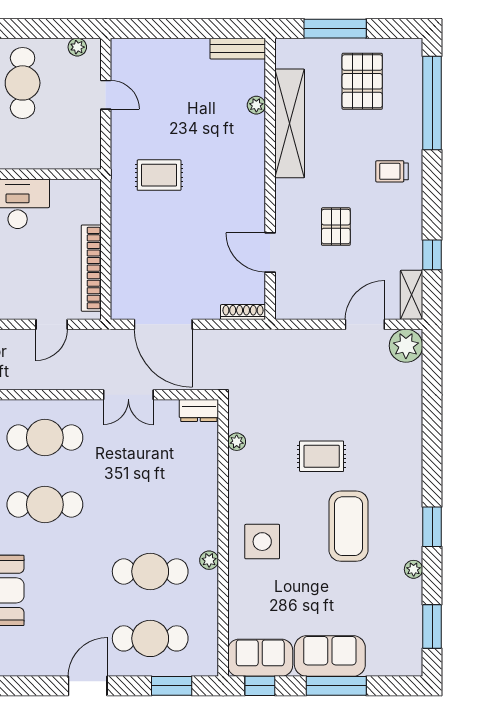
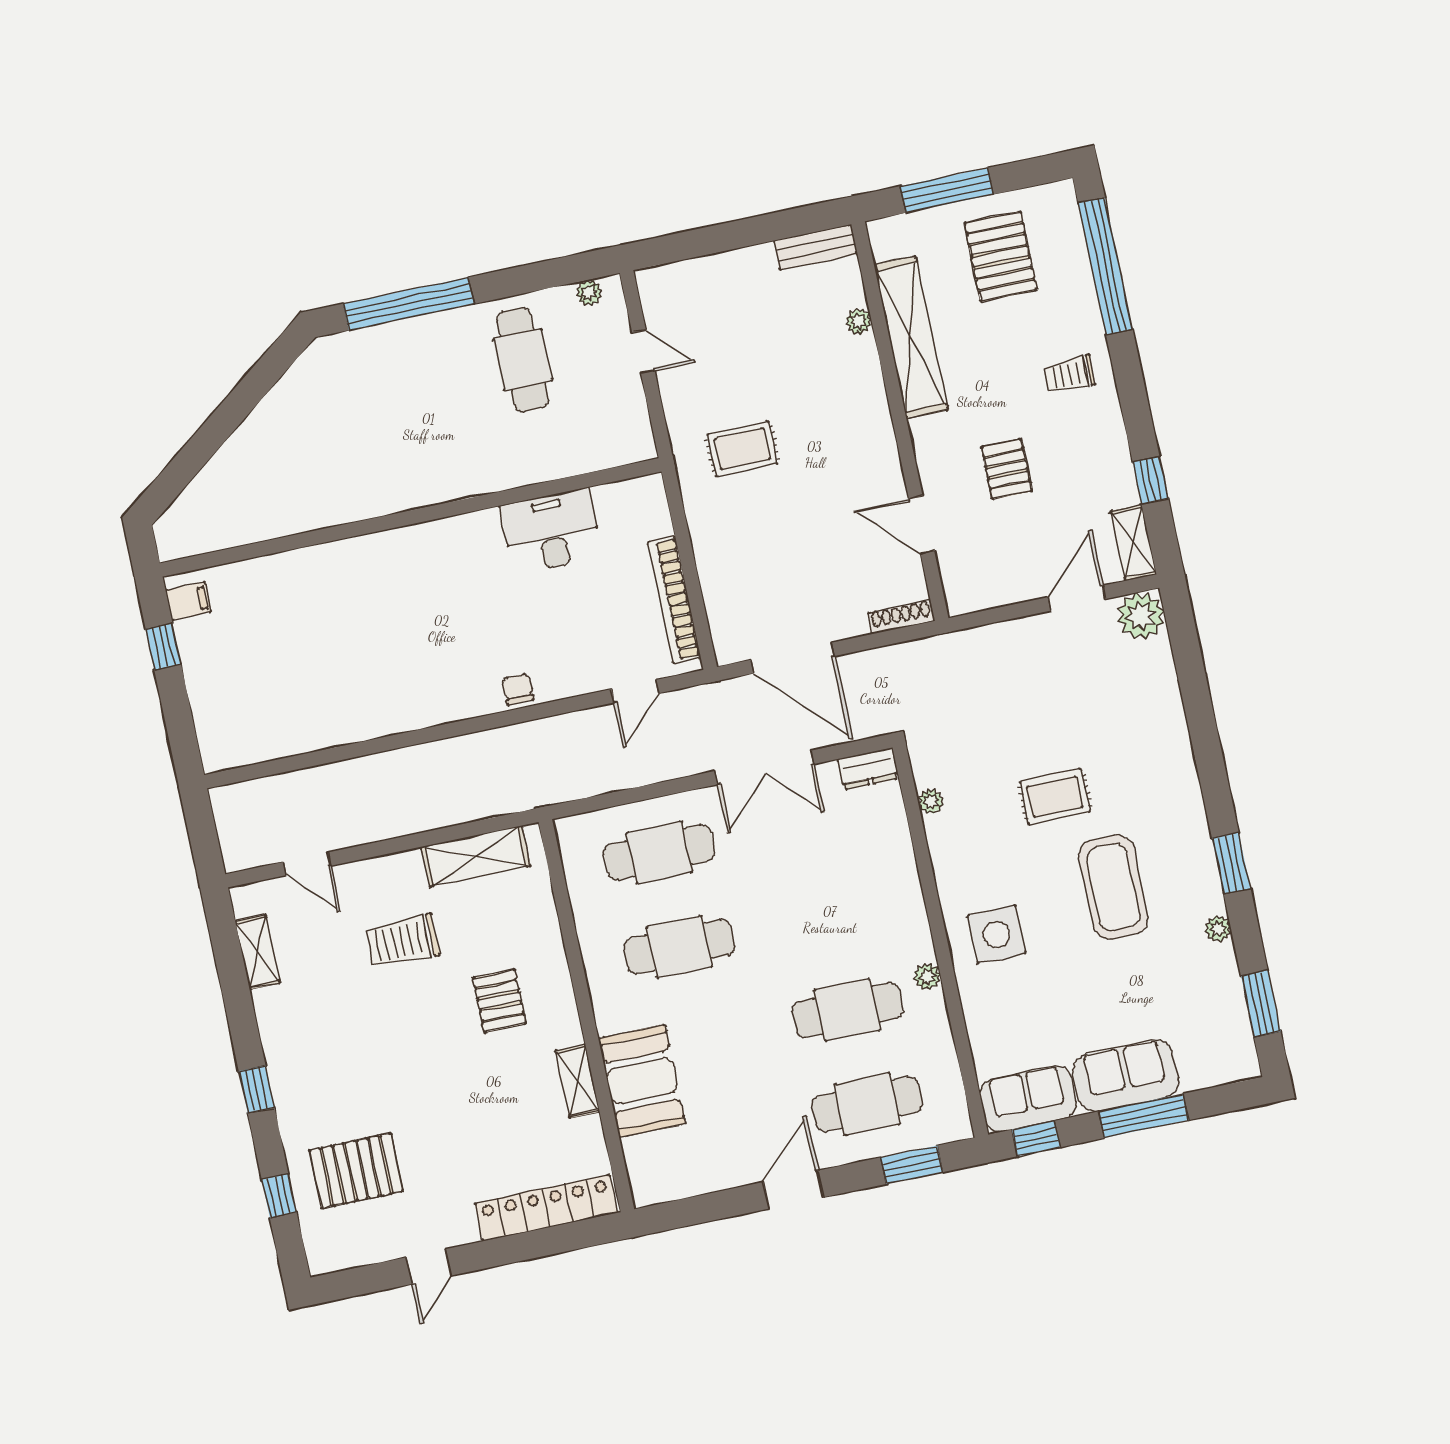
double door: (128, 395) -> (764, 767), width x1.37

